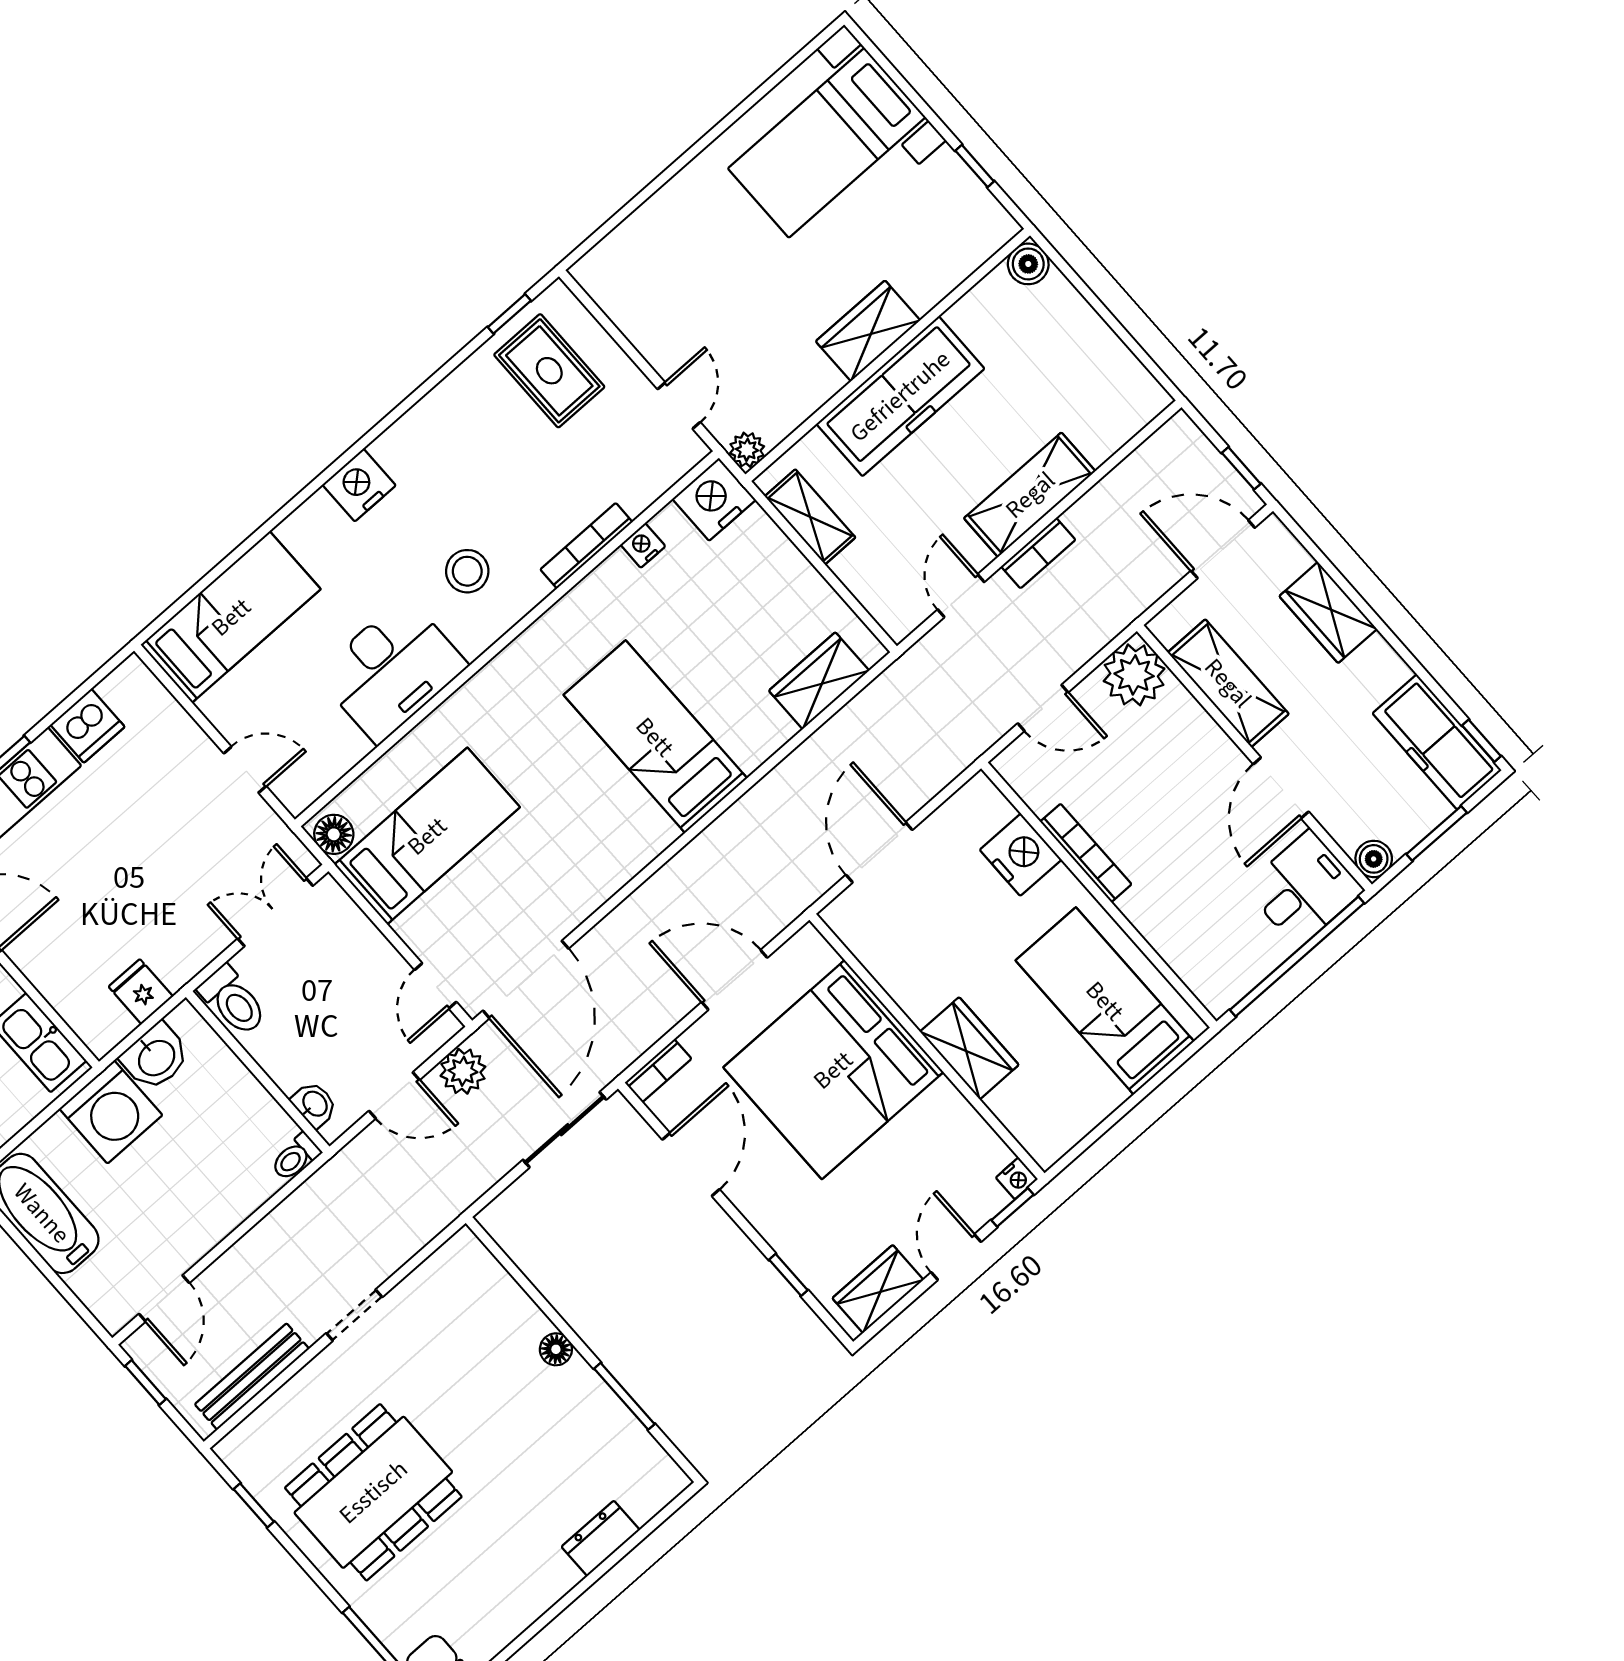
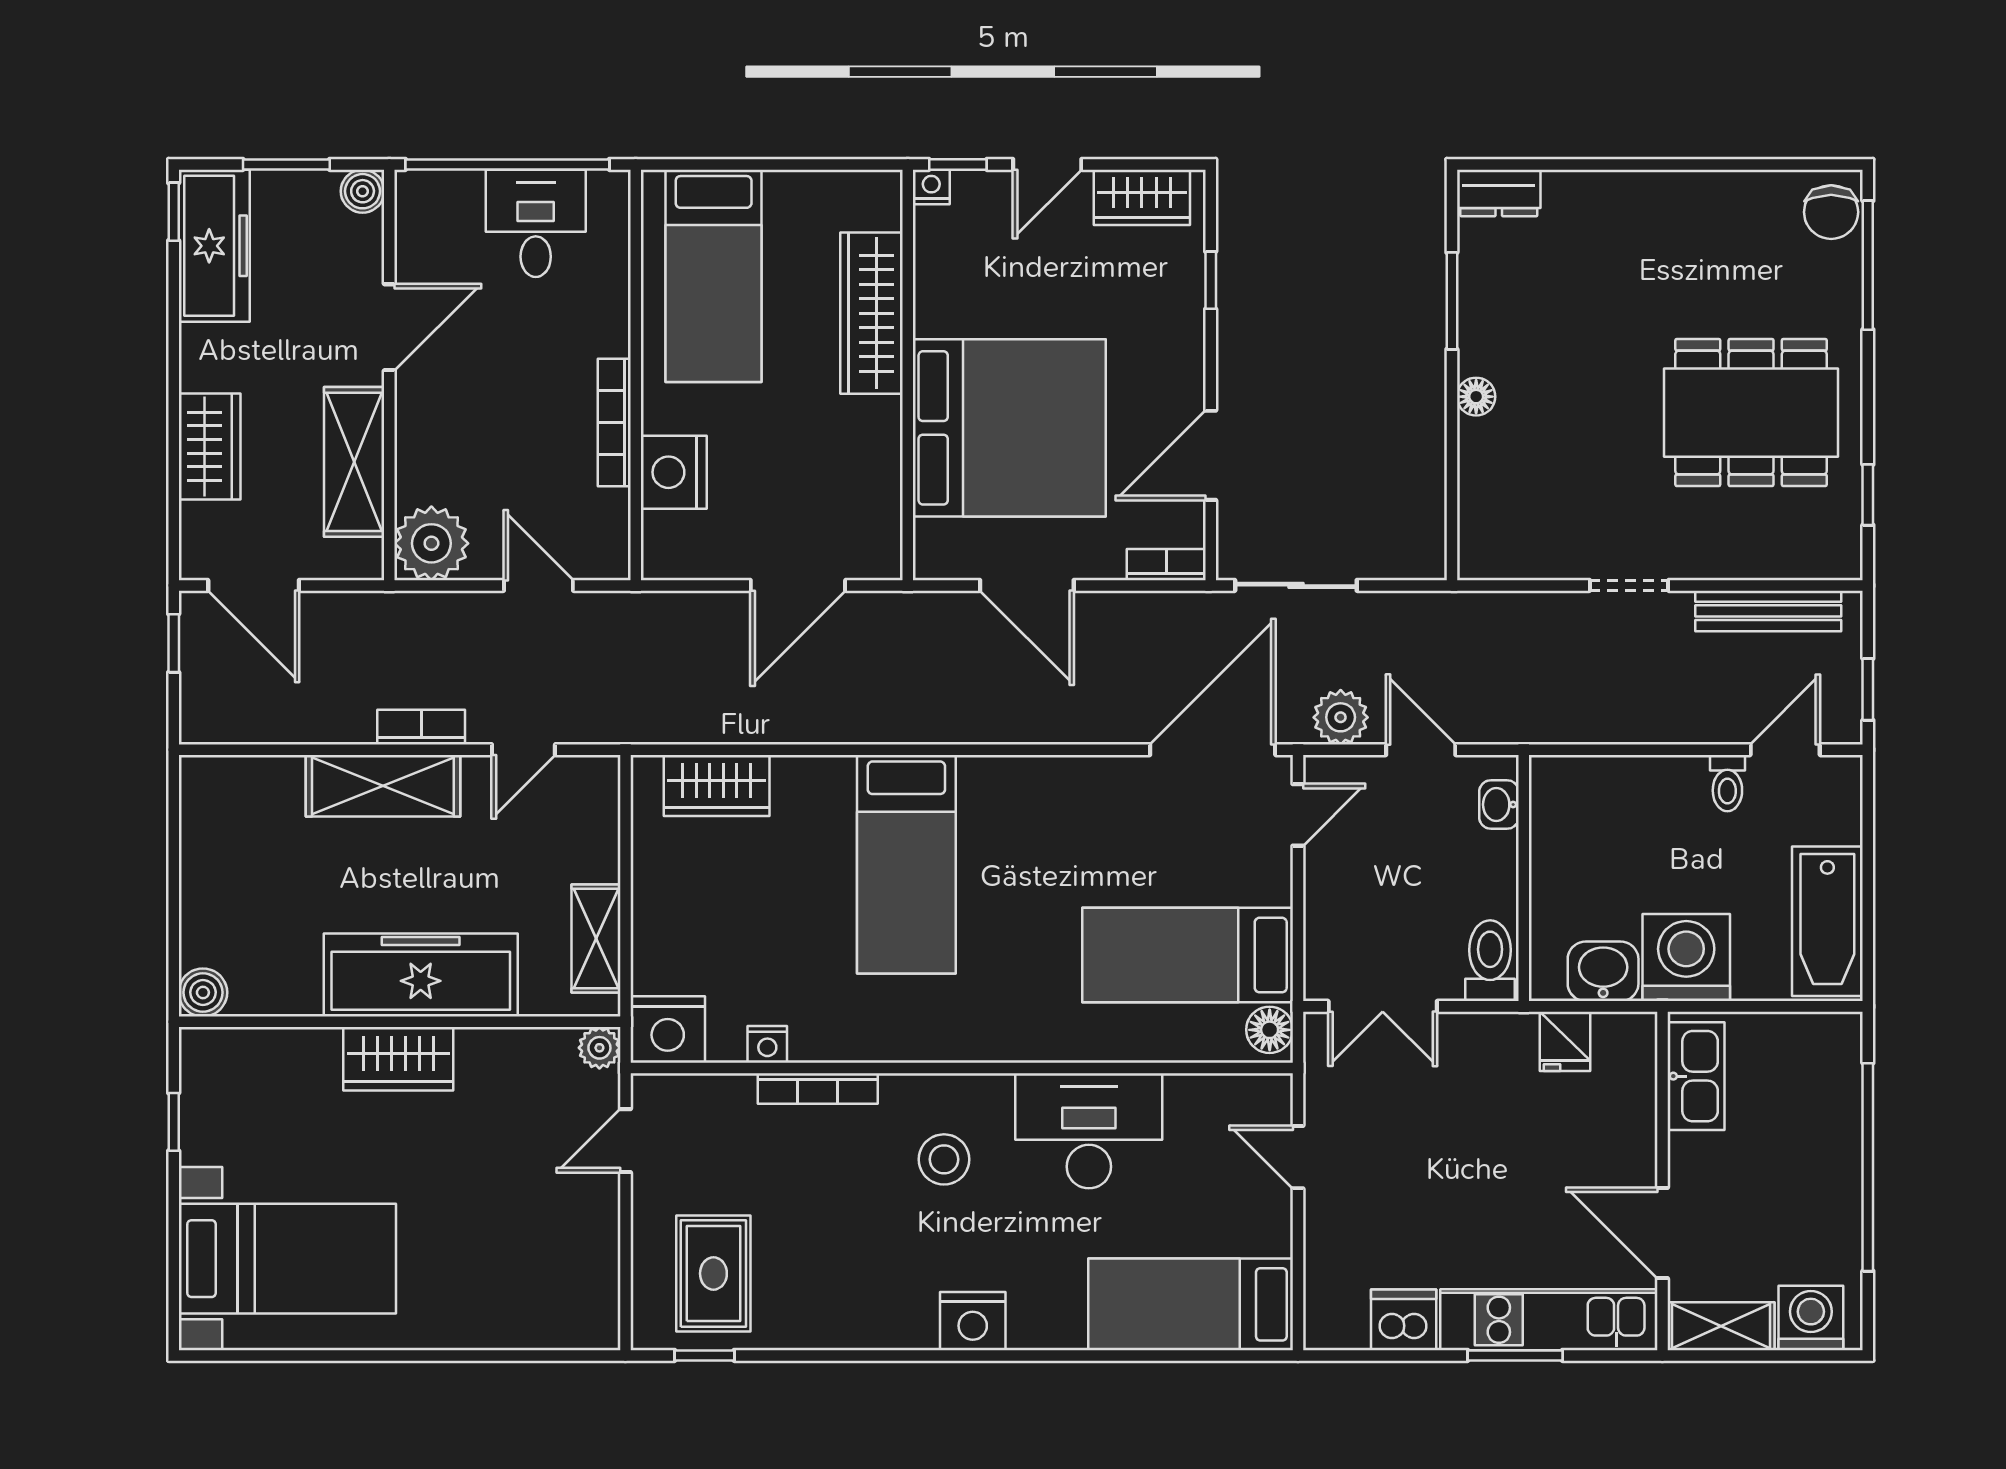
desk: (1304, 889) -> (536, 223), moved, turned 90
wardrobe: (969, 1048) -> (871, 313), width x1.50
toilet: (296, 1157) -> (1727, 783), moved, turned 90
dresser: (601, 1538) -> (1499, 193), moved

